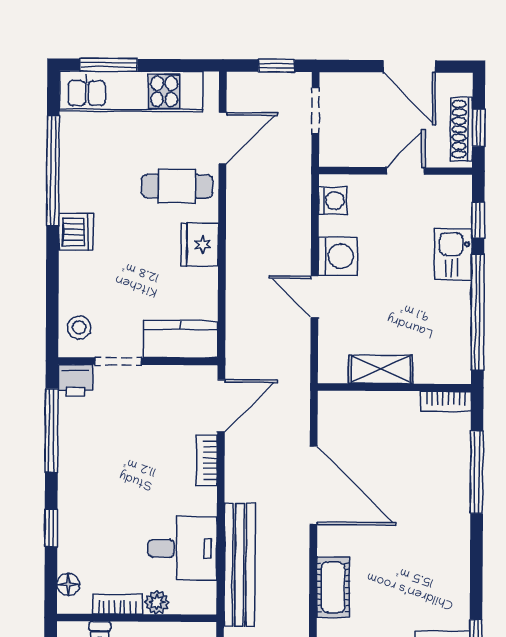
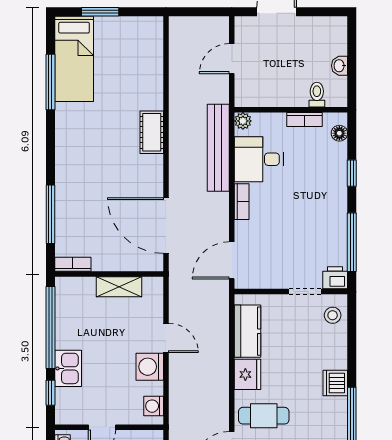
kitchen counter: (181, 339) -> (248, 331), moved, turned -90
bookcase: (207, 460) -> (242, 202), moved
door: (314, 485) -> (166, 226), moved
plant: (157, 602) -> (243, 121), moved

